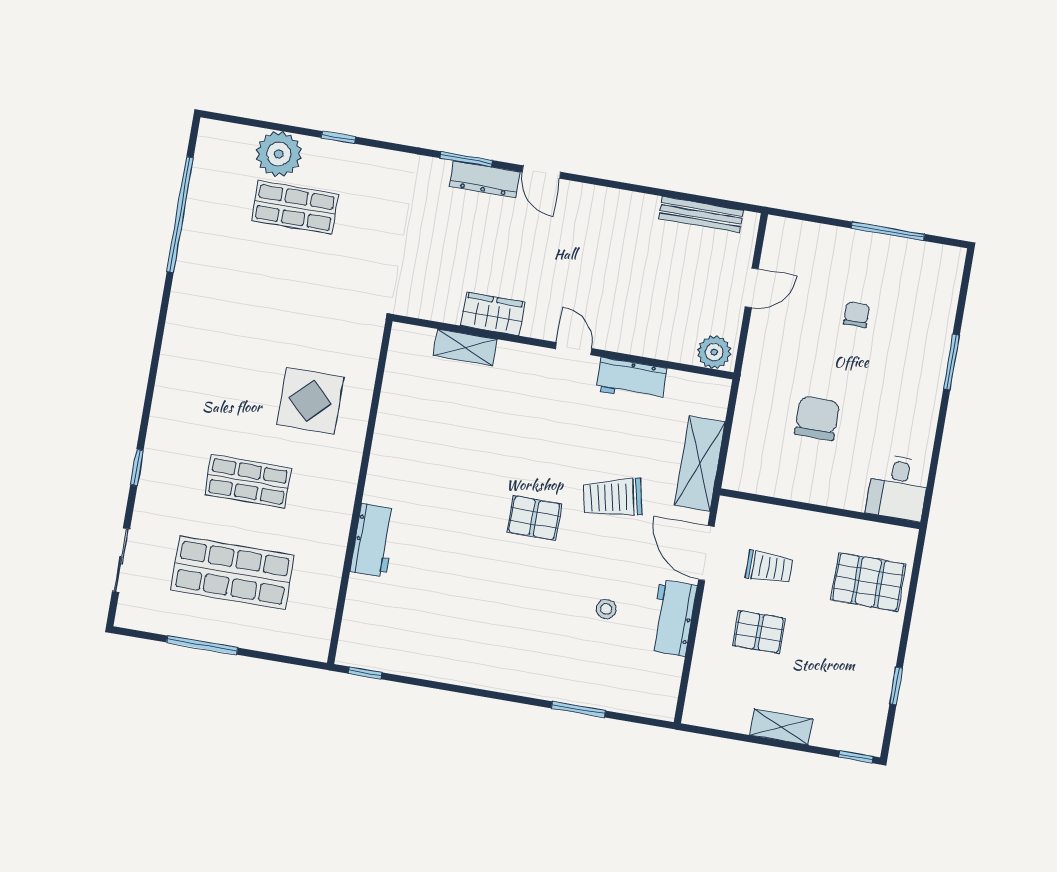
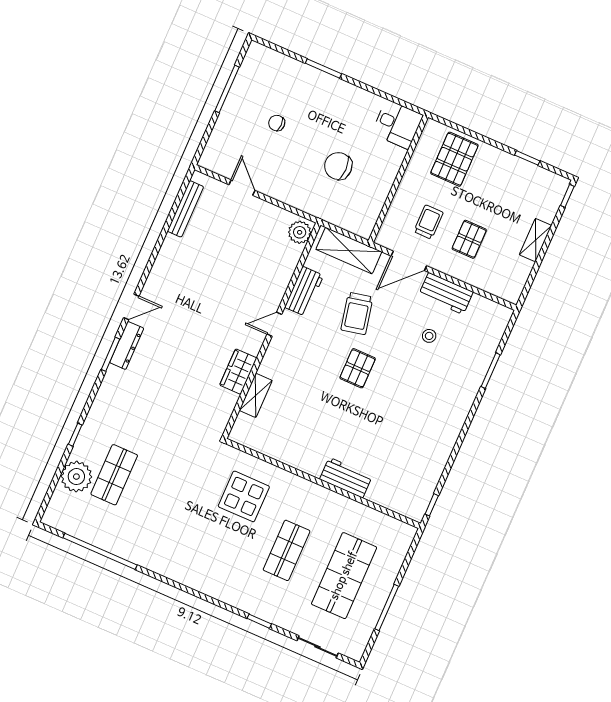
wardrobe: (493, 314) -> (238, 372), moved
shelving: (465, 347) -> (256, 395), moved
wall: (563, 347) -> (271, 331), moved
door: (574, 349) -> (274, 324), moved
plant: (714, 352) -> (300, 232), moved
workbench: (631, 380) -> (304, 291), moved

